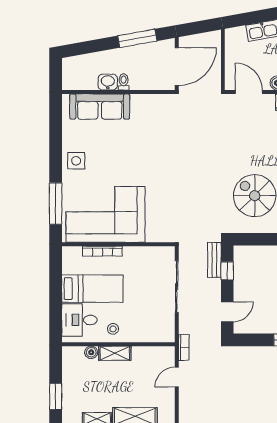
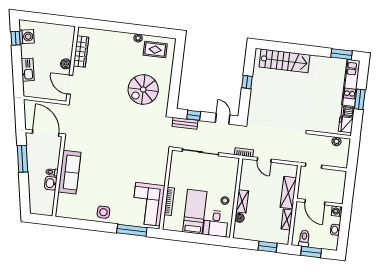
door: (249, 92) -> (70, 85), hinge flipped
sofa: (100, 107) -> (70, 172), moved
corner sofa: (105, 214) -> (148, 204), width x0.73, depth x0.74

